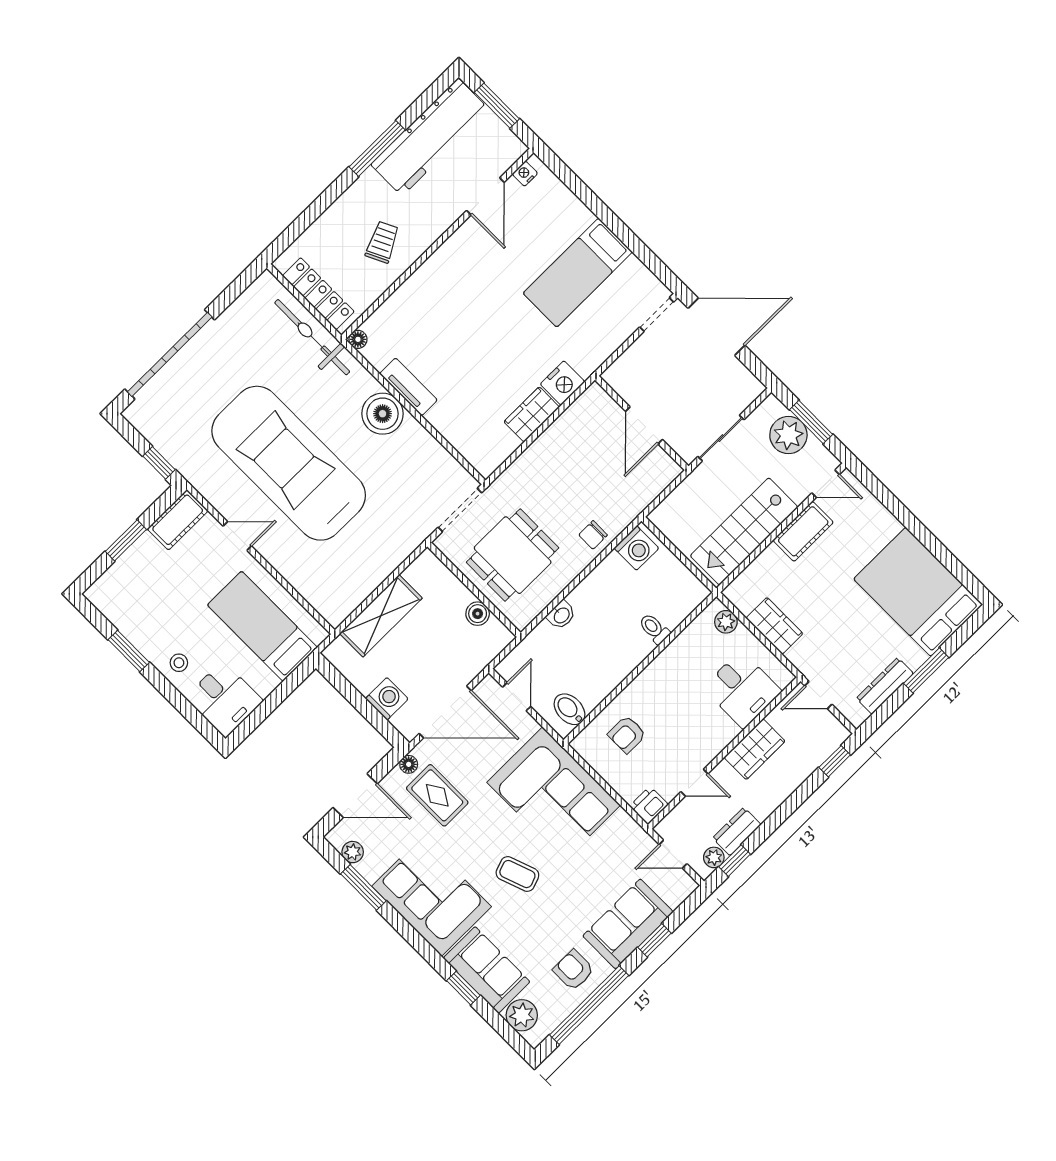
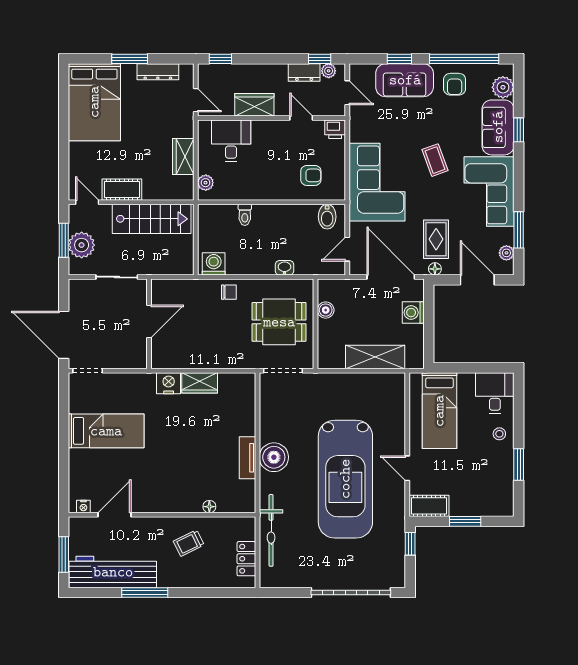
locker: (318, 294) -> (246, 559), width x0.66
floor lamp: (358, 339) -> (209, 507), moved

